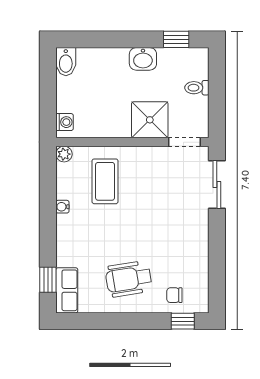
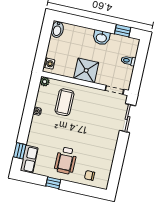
shower: (150, 120) -> (86, 70), moved
wheelchair: (129, 279) -> (66, 160), turned -81
window: (183, 321) -> (53, 183), moved

